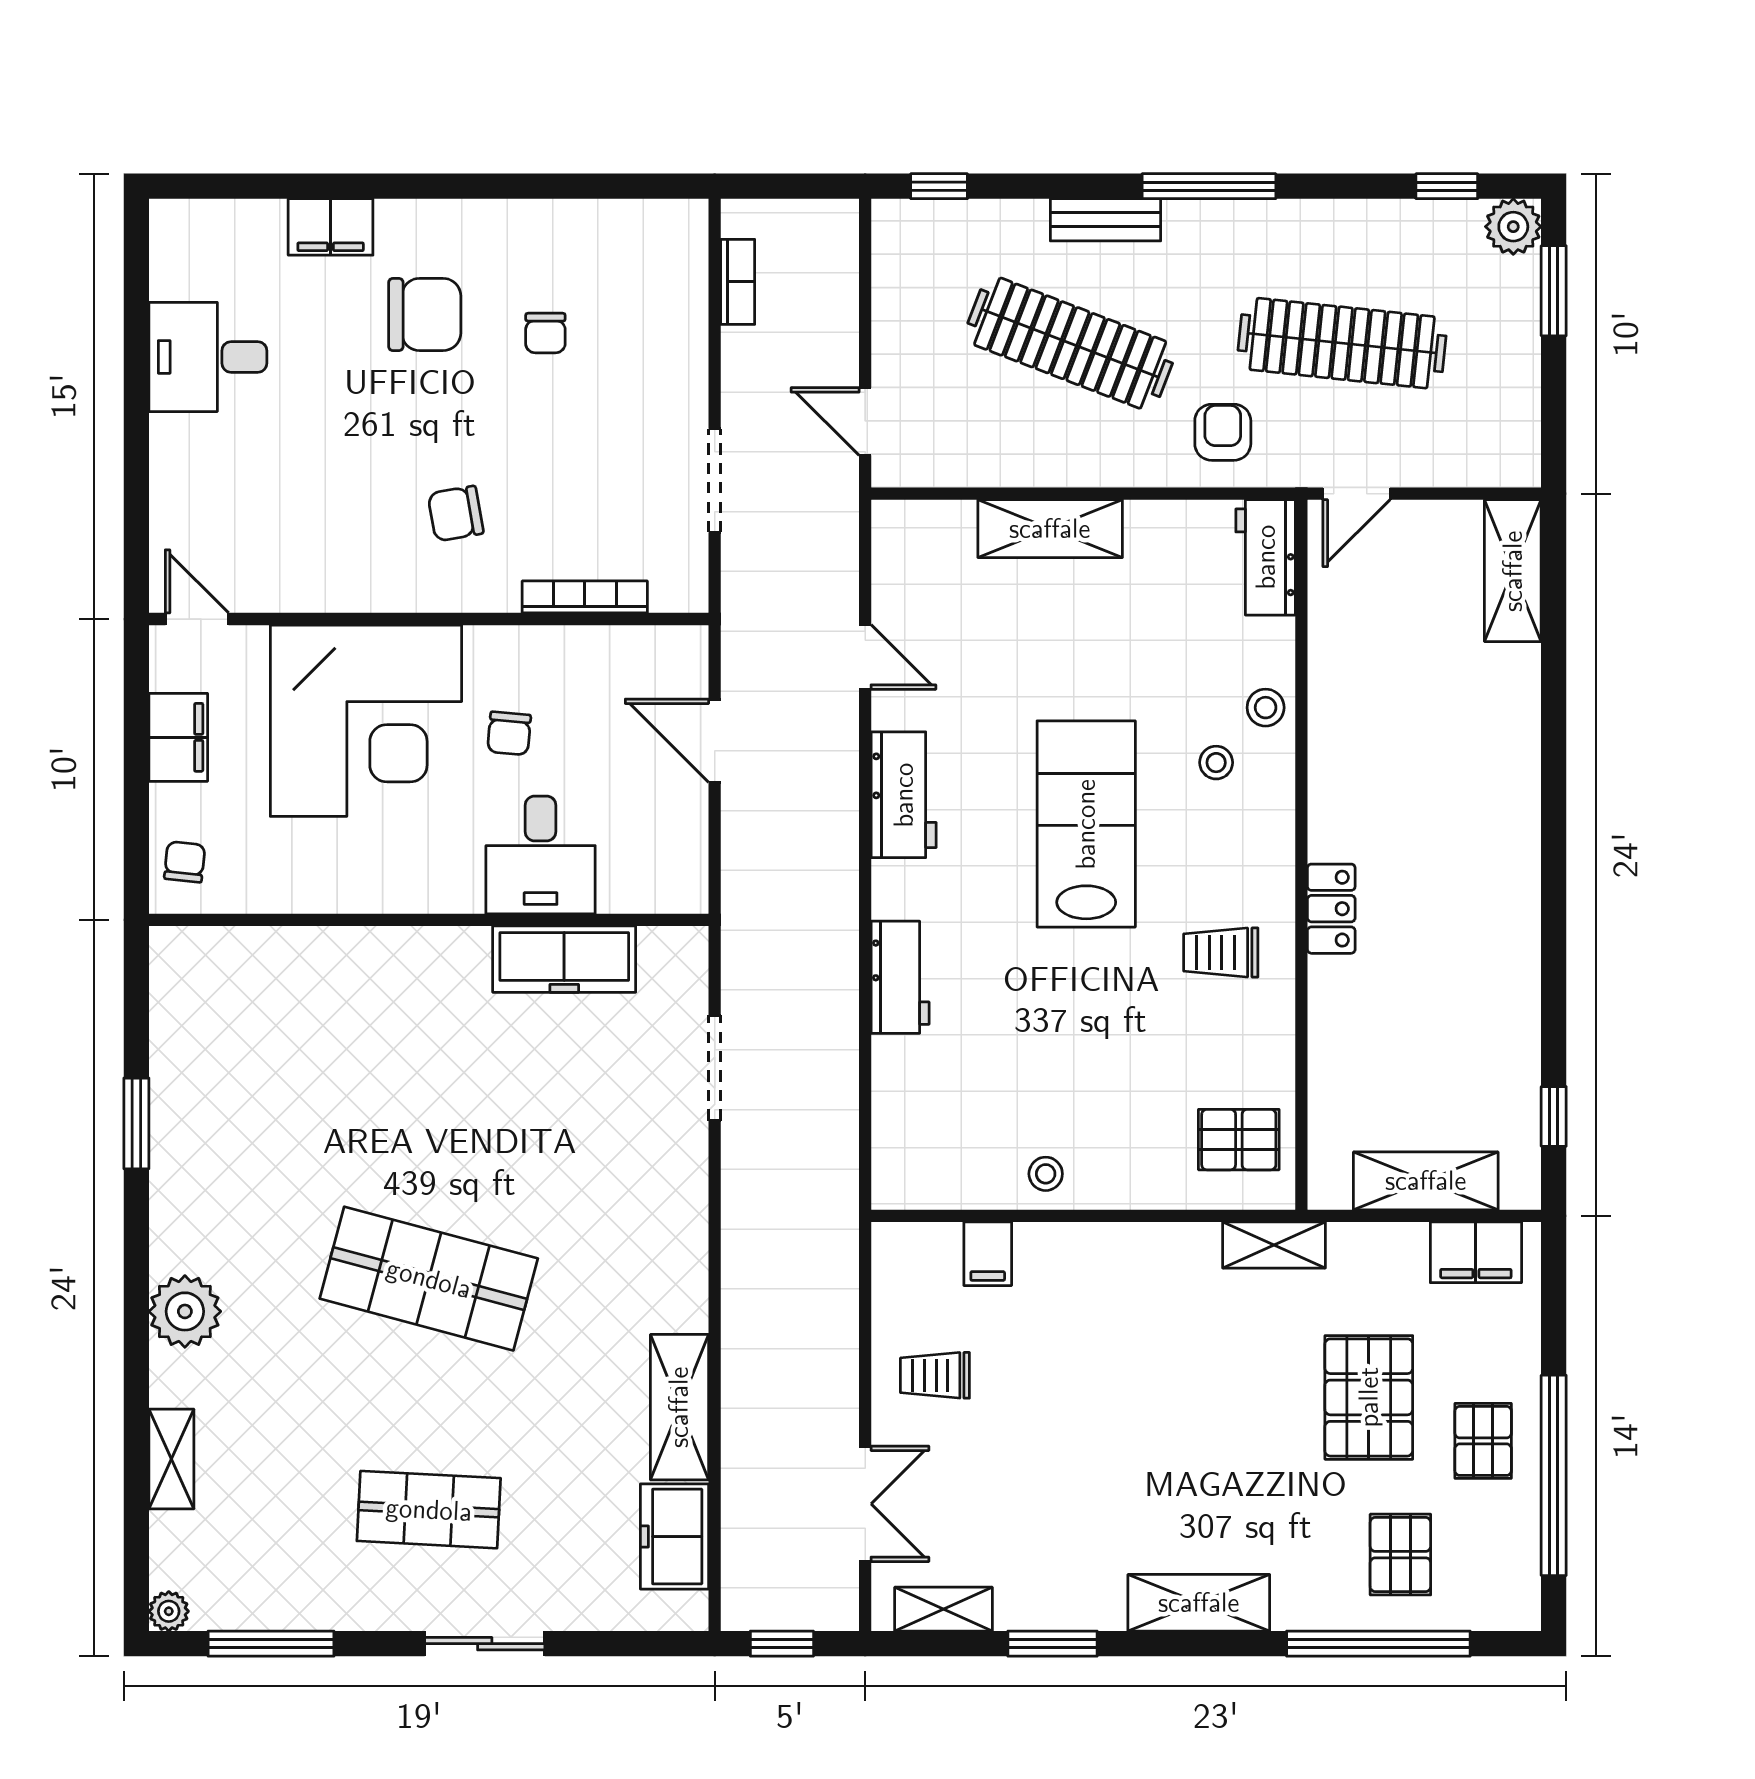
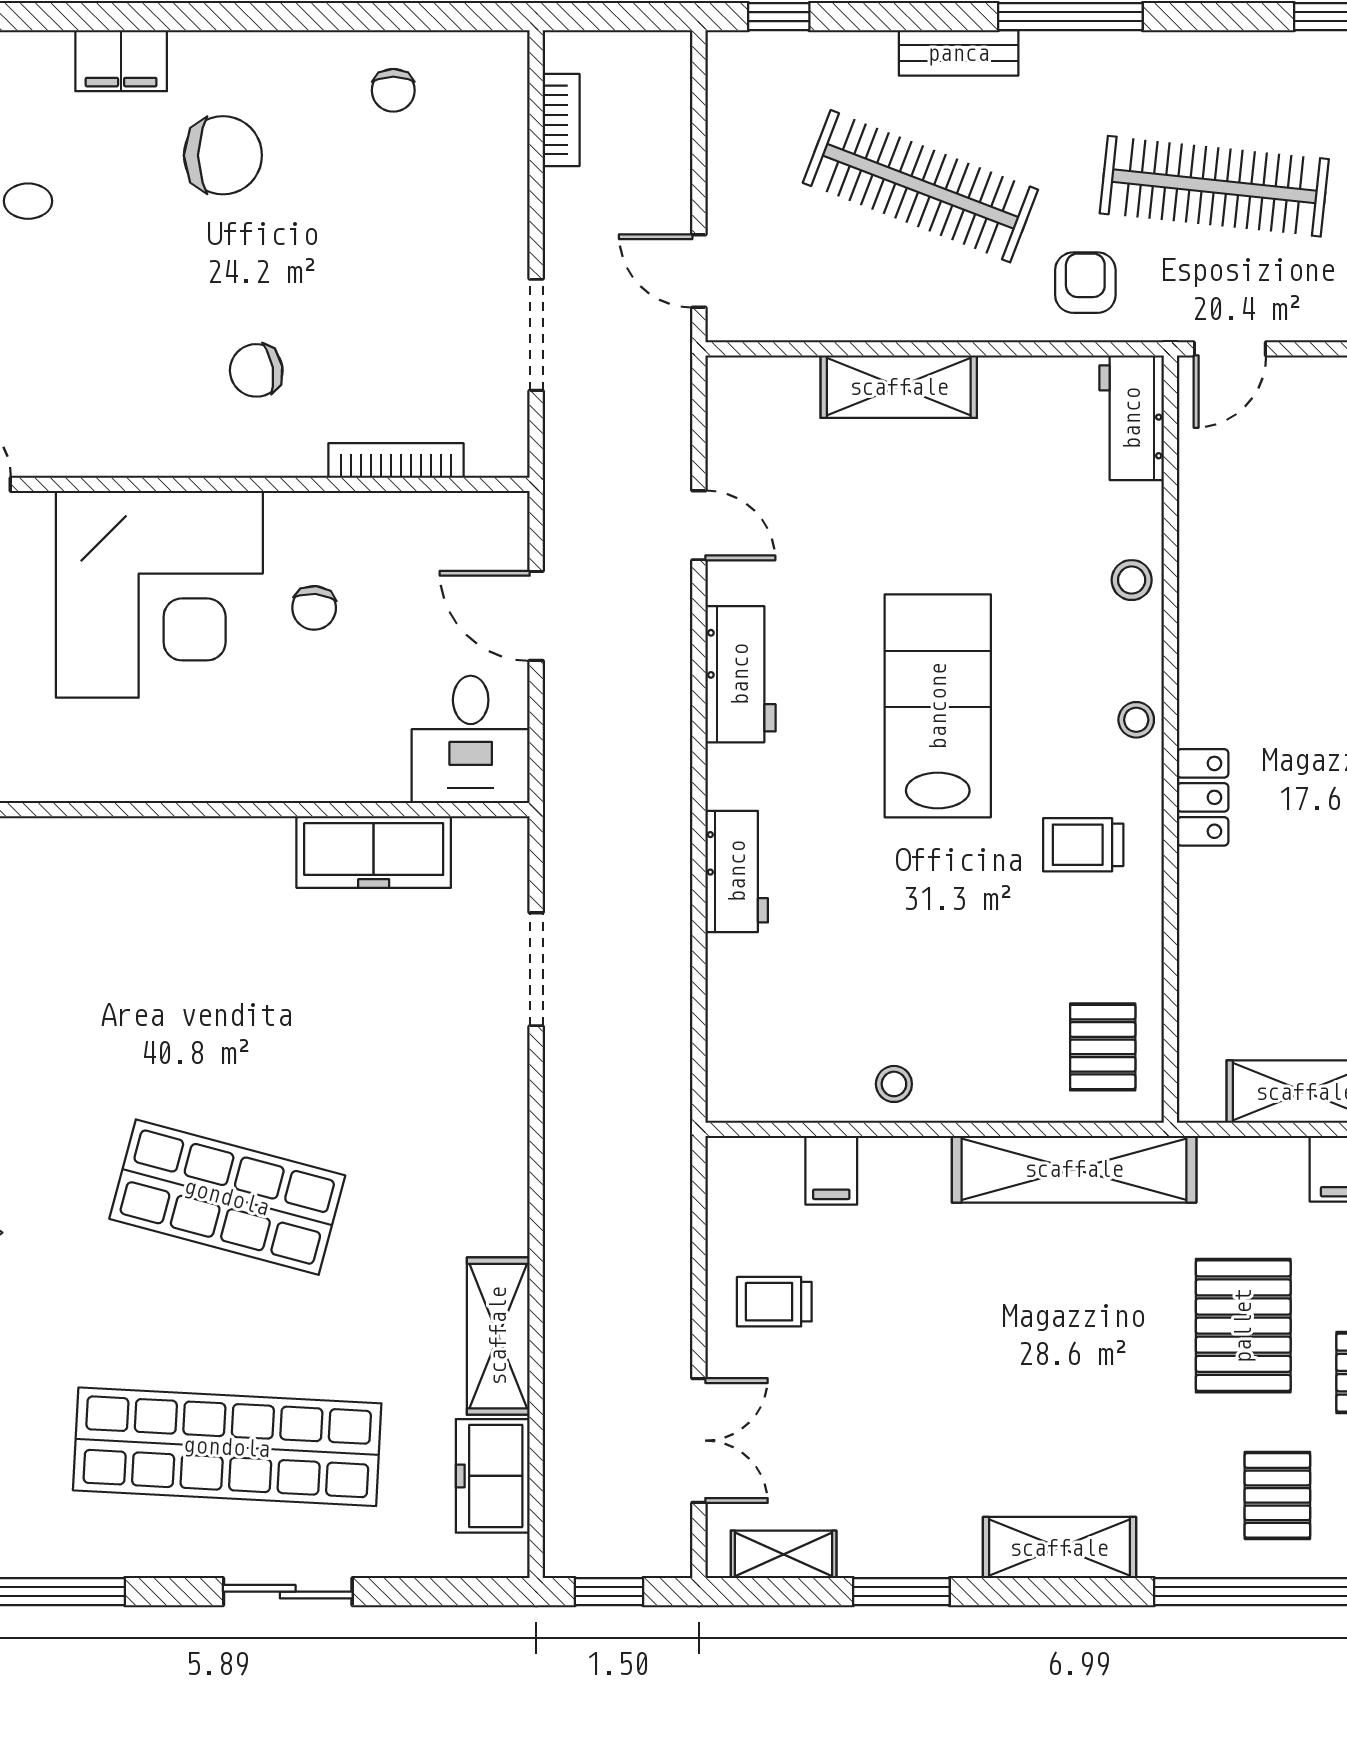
chair: (545, 333) -> (393, 90), moved
stool: (1216, 763) -> (1136, 720), moved
desk: (541, 855) -> (471, 739), moved
pallet: (1239, 1140) -> (1103, 1047), turned 90
shelving: (1274, 1245) -> (1074, 1169), width x2.20, depth x1.33
shop shelf: (429, 1510) -> (227, 1447), width x2.00, depth x1.36

